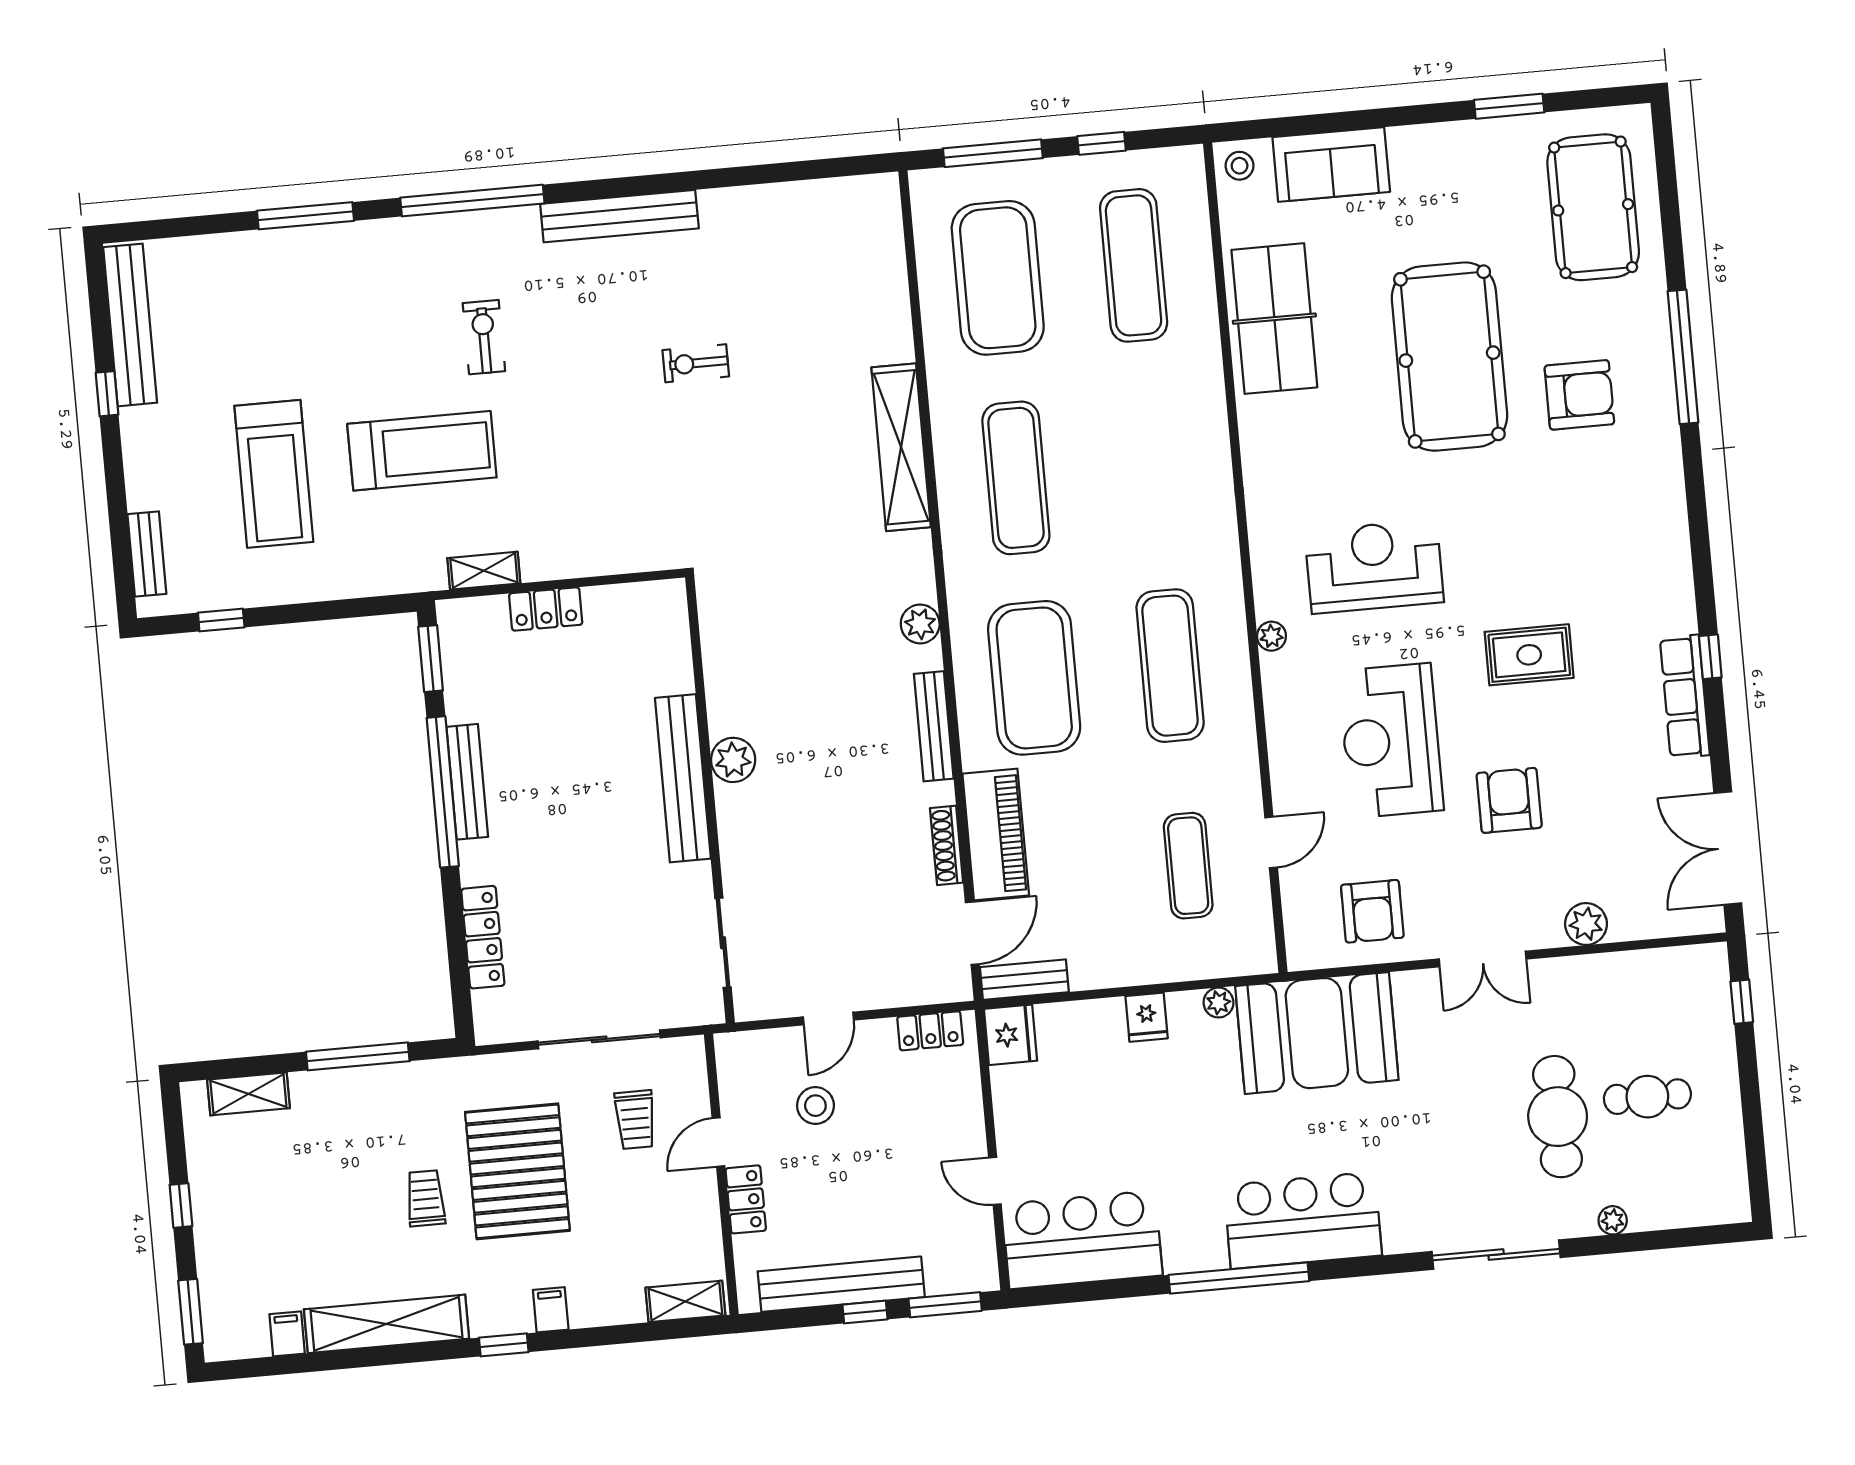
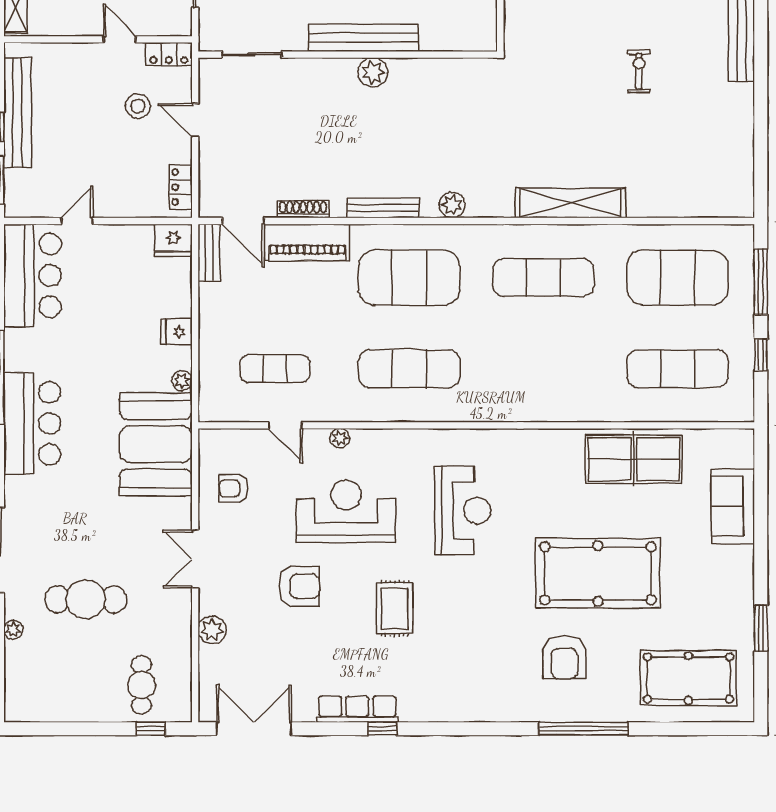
stool: (1240, 166) -> (738, 445), removed
plant: (1271, 636) -> (340, 438), moved
armchair: (1372, 911) -> (233, 488), width x0.72, depth x0.72
cafe table: (1647, 1097) -> (141, 685), moved
locker: (746, 1199) -> (169, 54), moved

